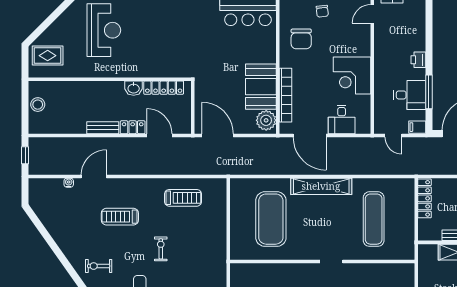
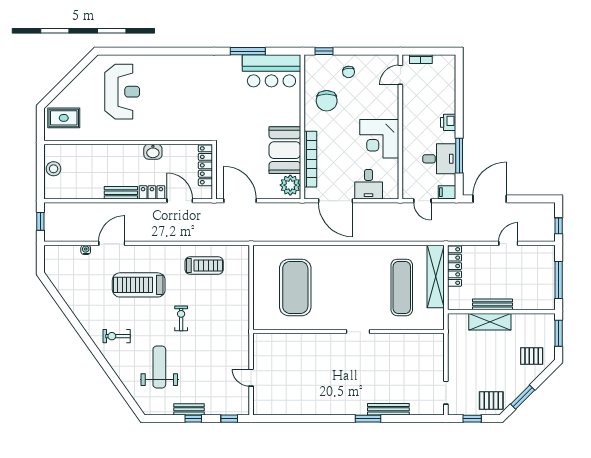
locker: (164, 88) -> (205, 165), moved, turned 90
shelving: (321, 186) -> (436, 277), moved, turned 90
treadmill: (120, 217) -> (139, 285), width x1.37, depth x1.38

